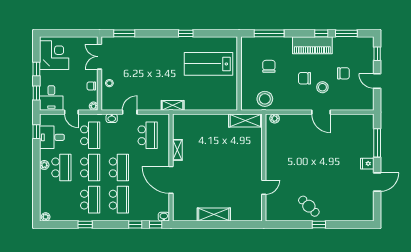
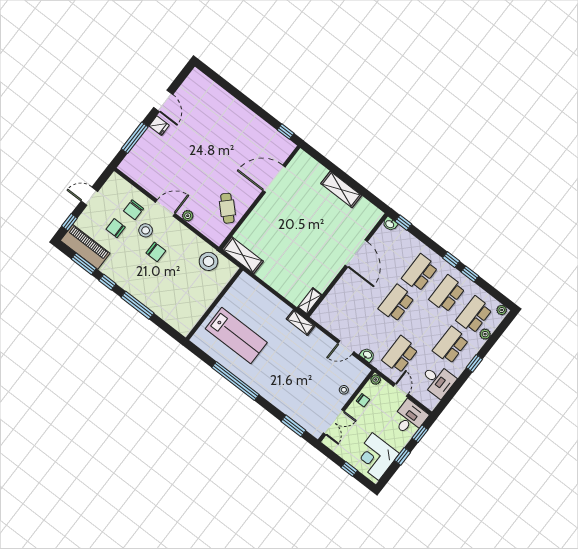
window: (65, 33) -> (349, 469), added
window: (186, 33) -> (235, 381), width x3.17
window: (269, 33) -> (137, 305), moved
piano: (312, 45) -> (85, 247), moved
chair: (269, 66) -> (134, 210), moved
door: (377, 81) -> (89, 196), swing flipped
door: (321, 112) -> (165, 208), hinge flipped
plant: (275, 118) -> (188, 216), moved
window: (36, 132) -> (474, 363), moved
school desk: (148, 135) -> (346, 313), removed
shelving: (177, 150) -> (310, 301), moved
plant: (44, 165) -> (485, 334), moved
school desk: (90, 167) -> (474, 315), moved
door: (377, 182) -> (163, 101), swing flipped
door: (264, 187) -> (274, 179), width x1.88
cafe table: (309, 206) -> (227, 208), moved
window: (135, 224) -> (451, 260), moved
window: (319, 224) -> (286, 132), moved

